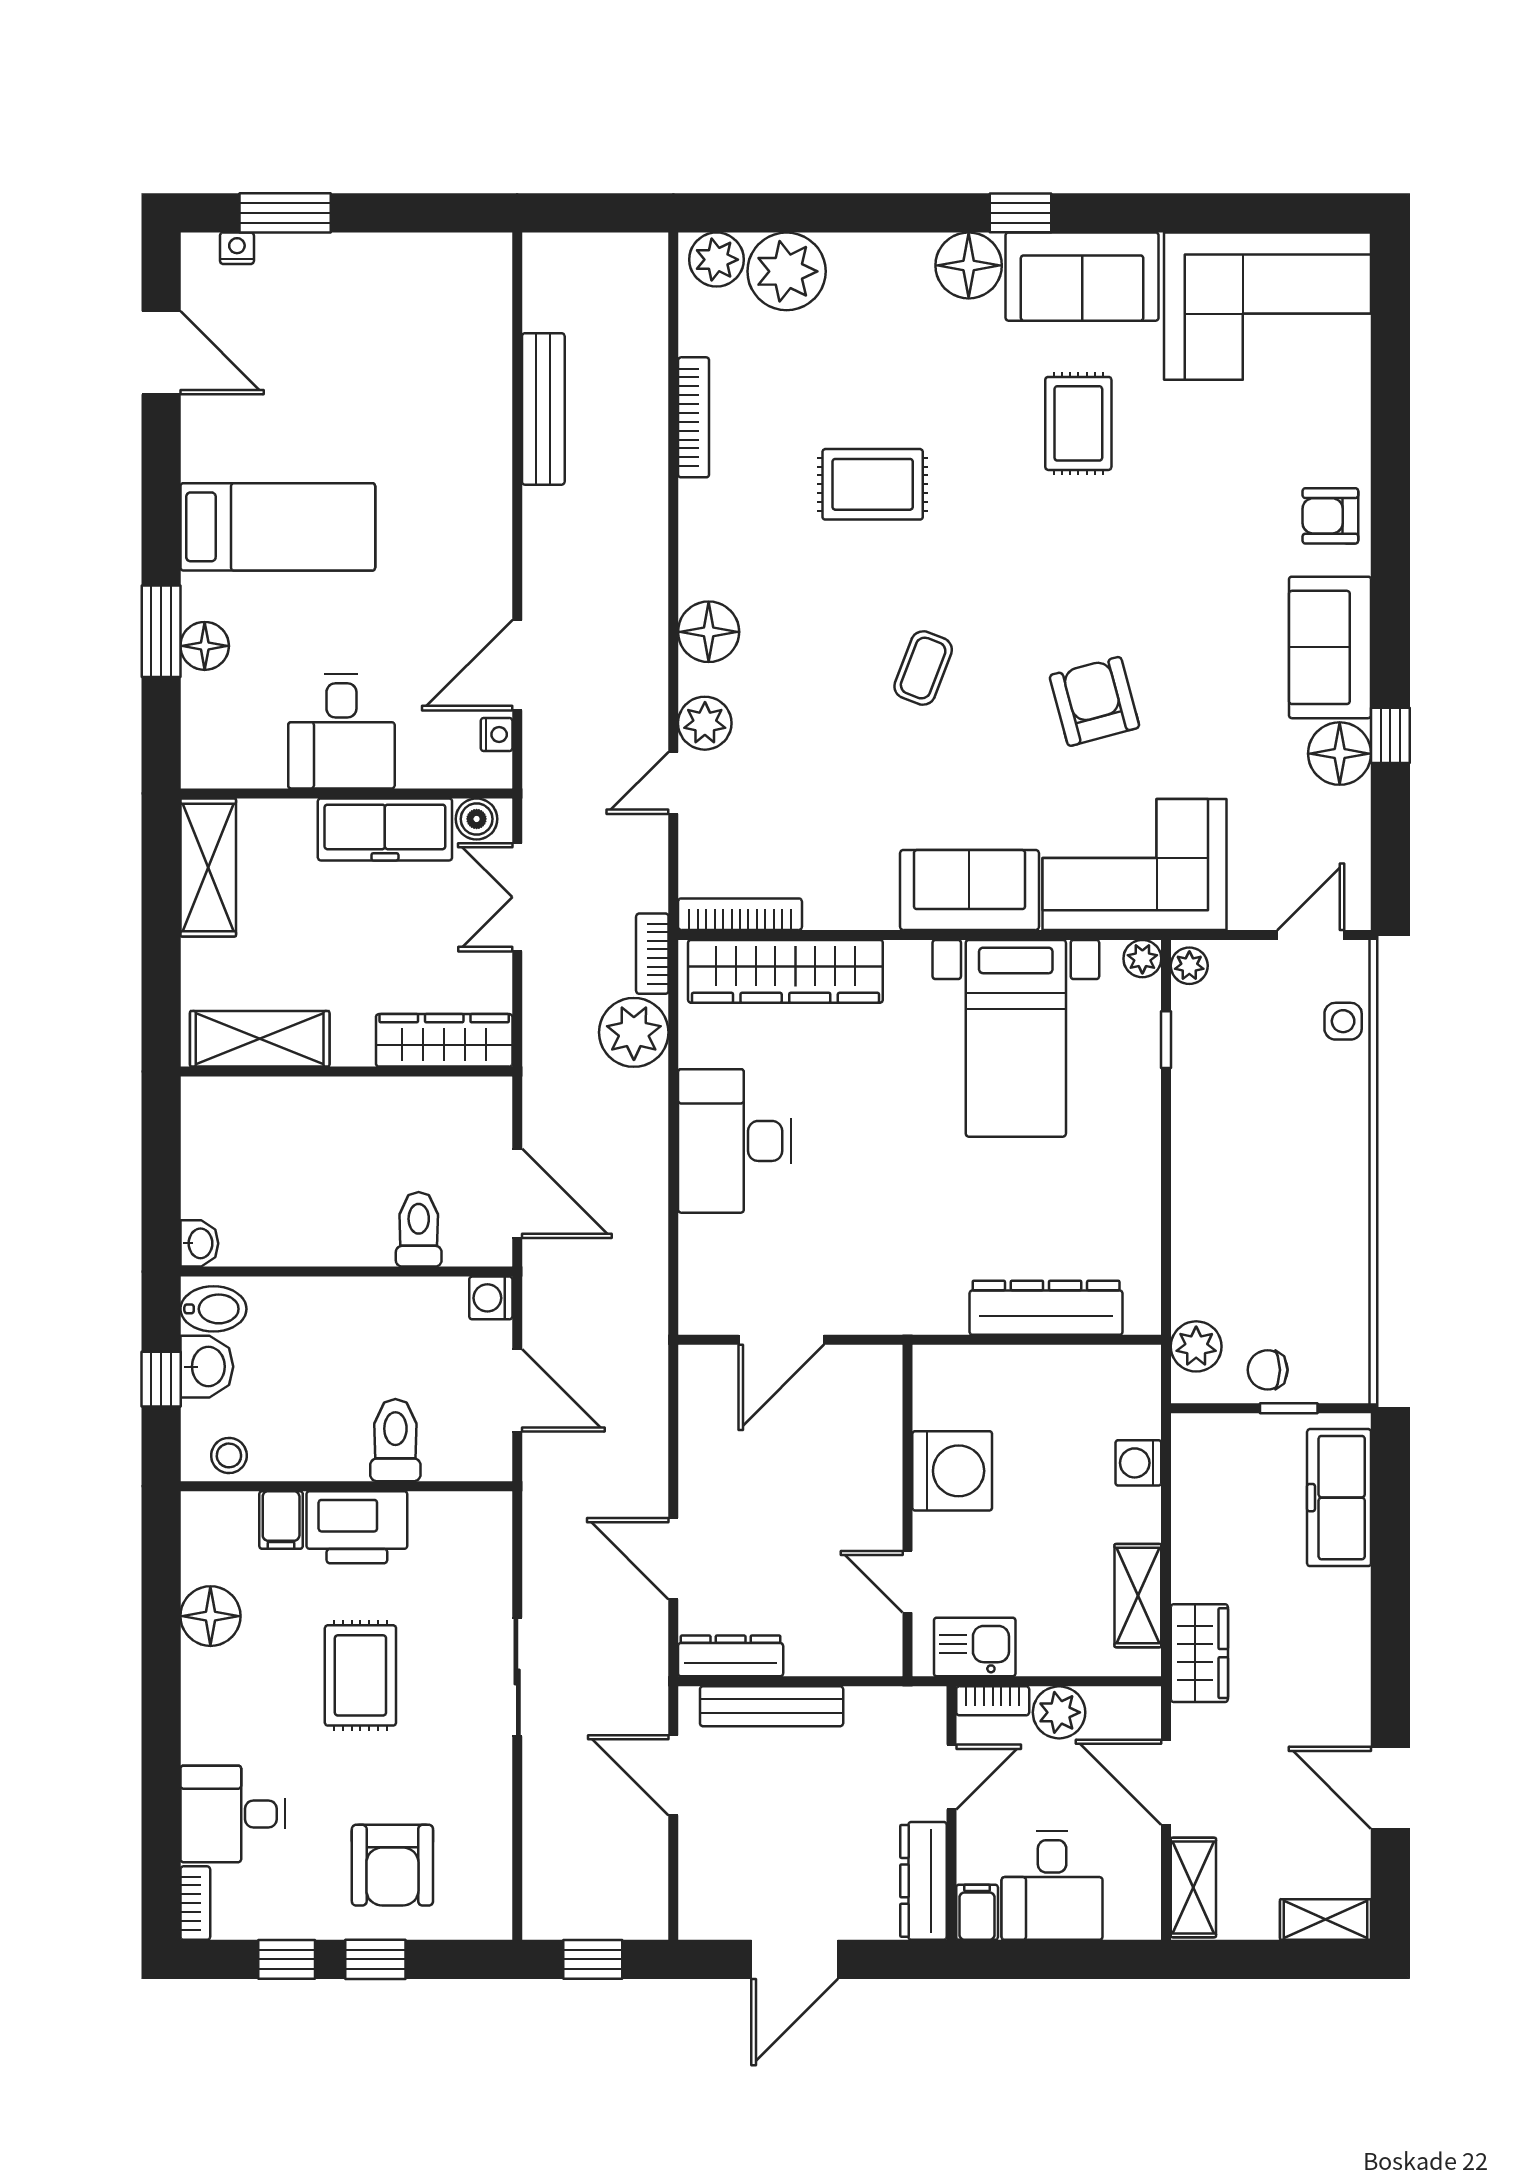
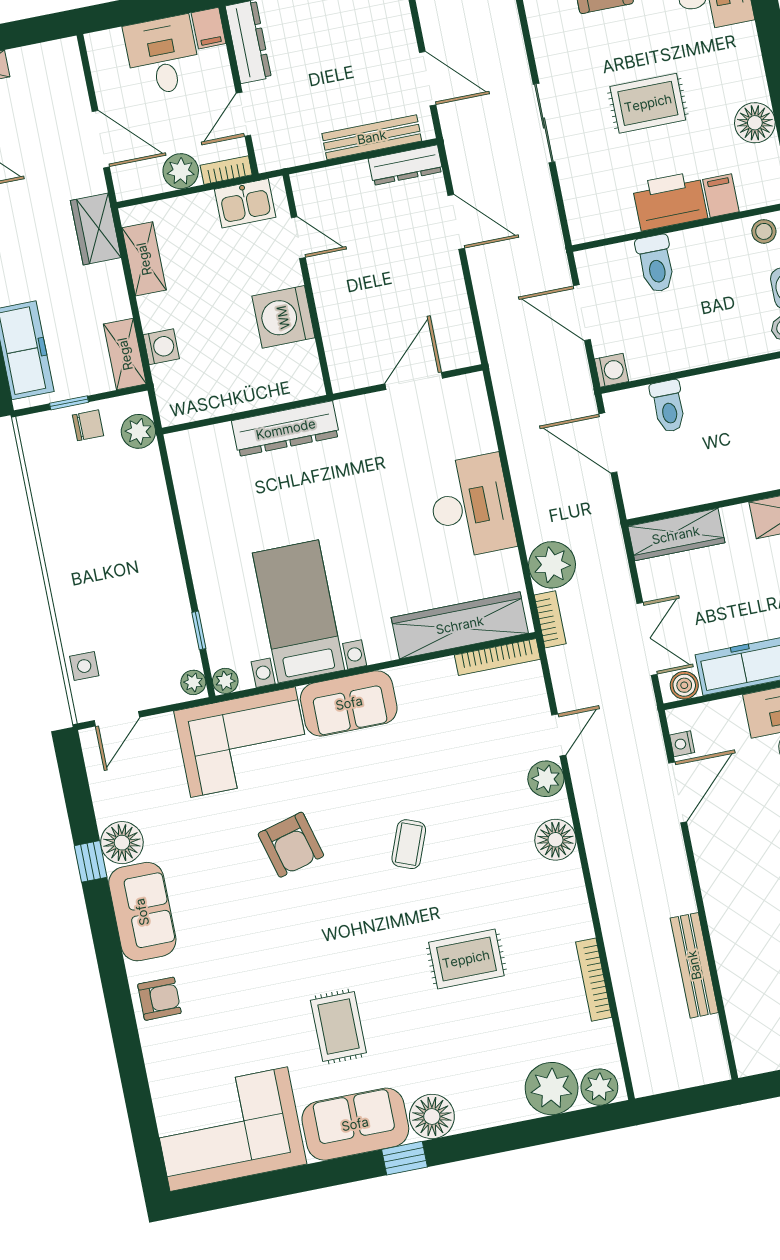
dresser: (1046, 1308) -> (286, 429), moved
rug: (360, 1675) -> (648, 103), turned 90
shelving: (1193, 1887) -> (125, 354), moved

